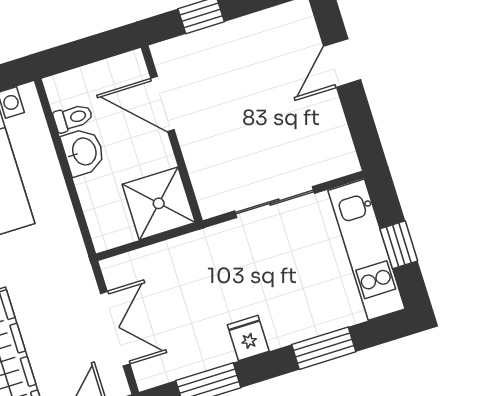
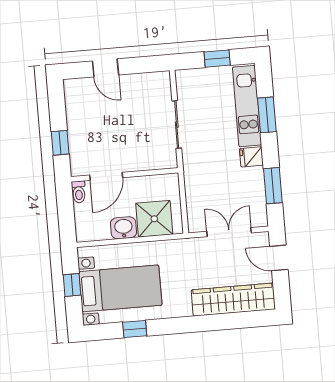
toilet: (73, 118) -> (79, 192), moved, turned 180
shower: (159, 203) -> (154, 219), moved
kitchen unit: (366, 250) -> (247, 106), moved, turned 90

